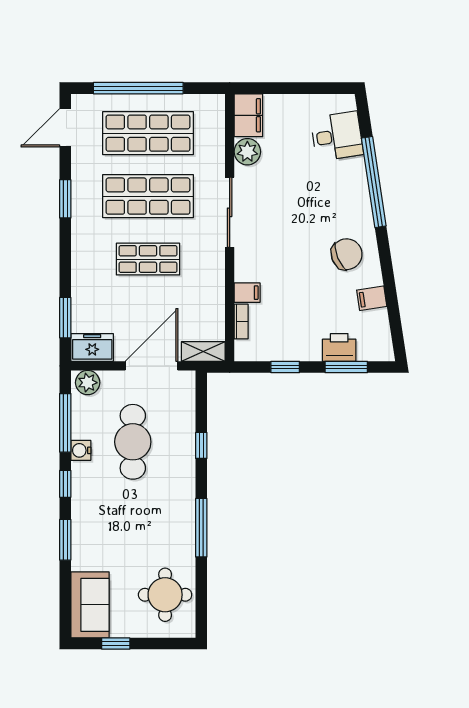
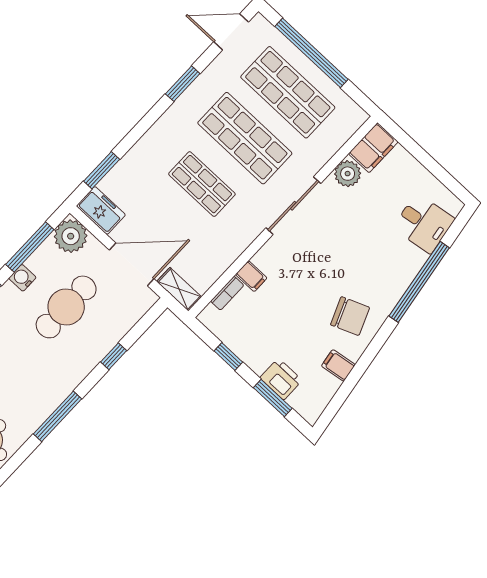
plant: (88, 383) -> (71, 236), width x1.36, depth x1.36

